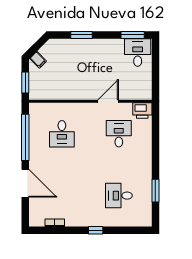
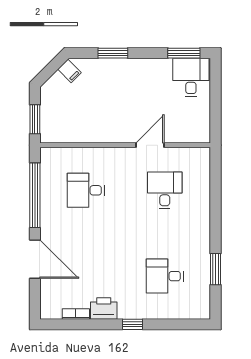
filing cabinet: (38, 60) -> (69, 71), moved
printer: (142, 110) -> (104, 308), moved, turned 180
desk: (62, 134) -> (86, 190), turned 90

